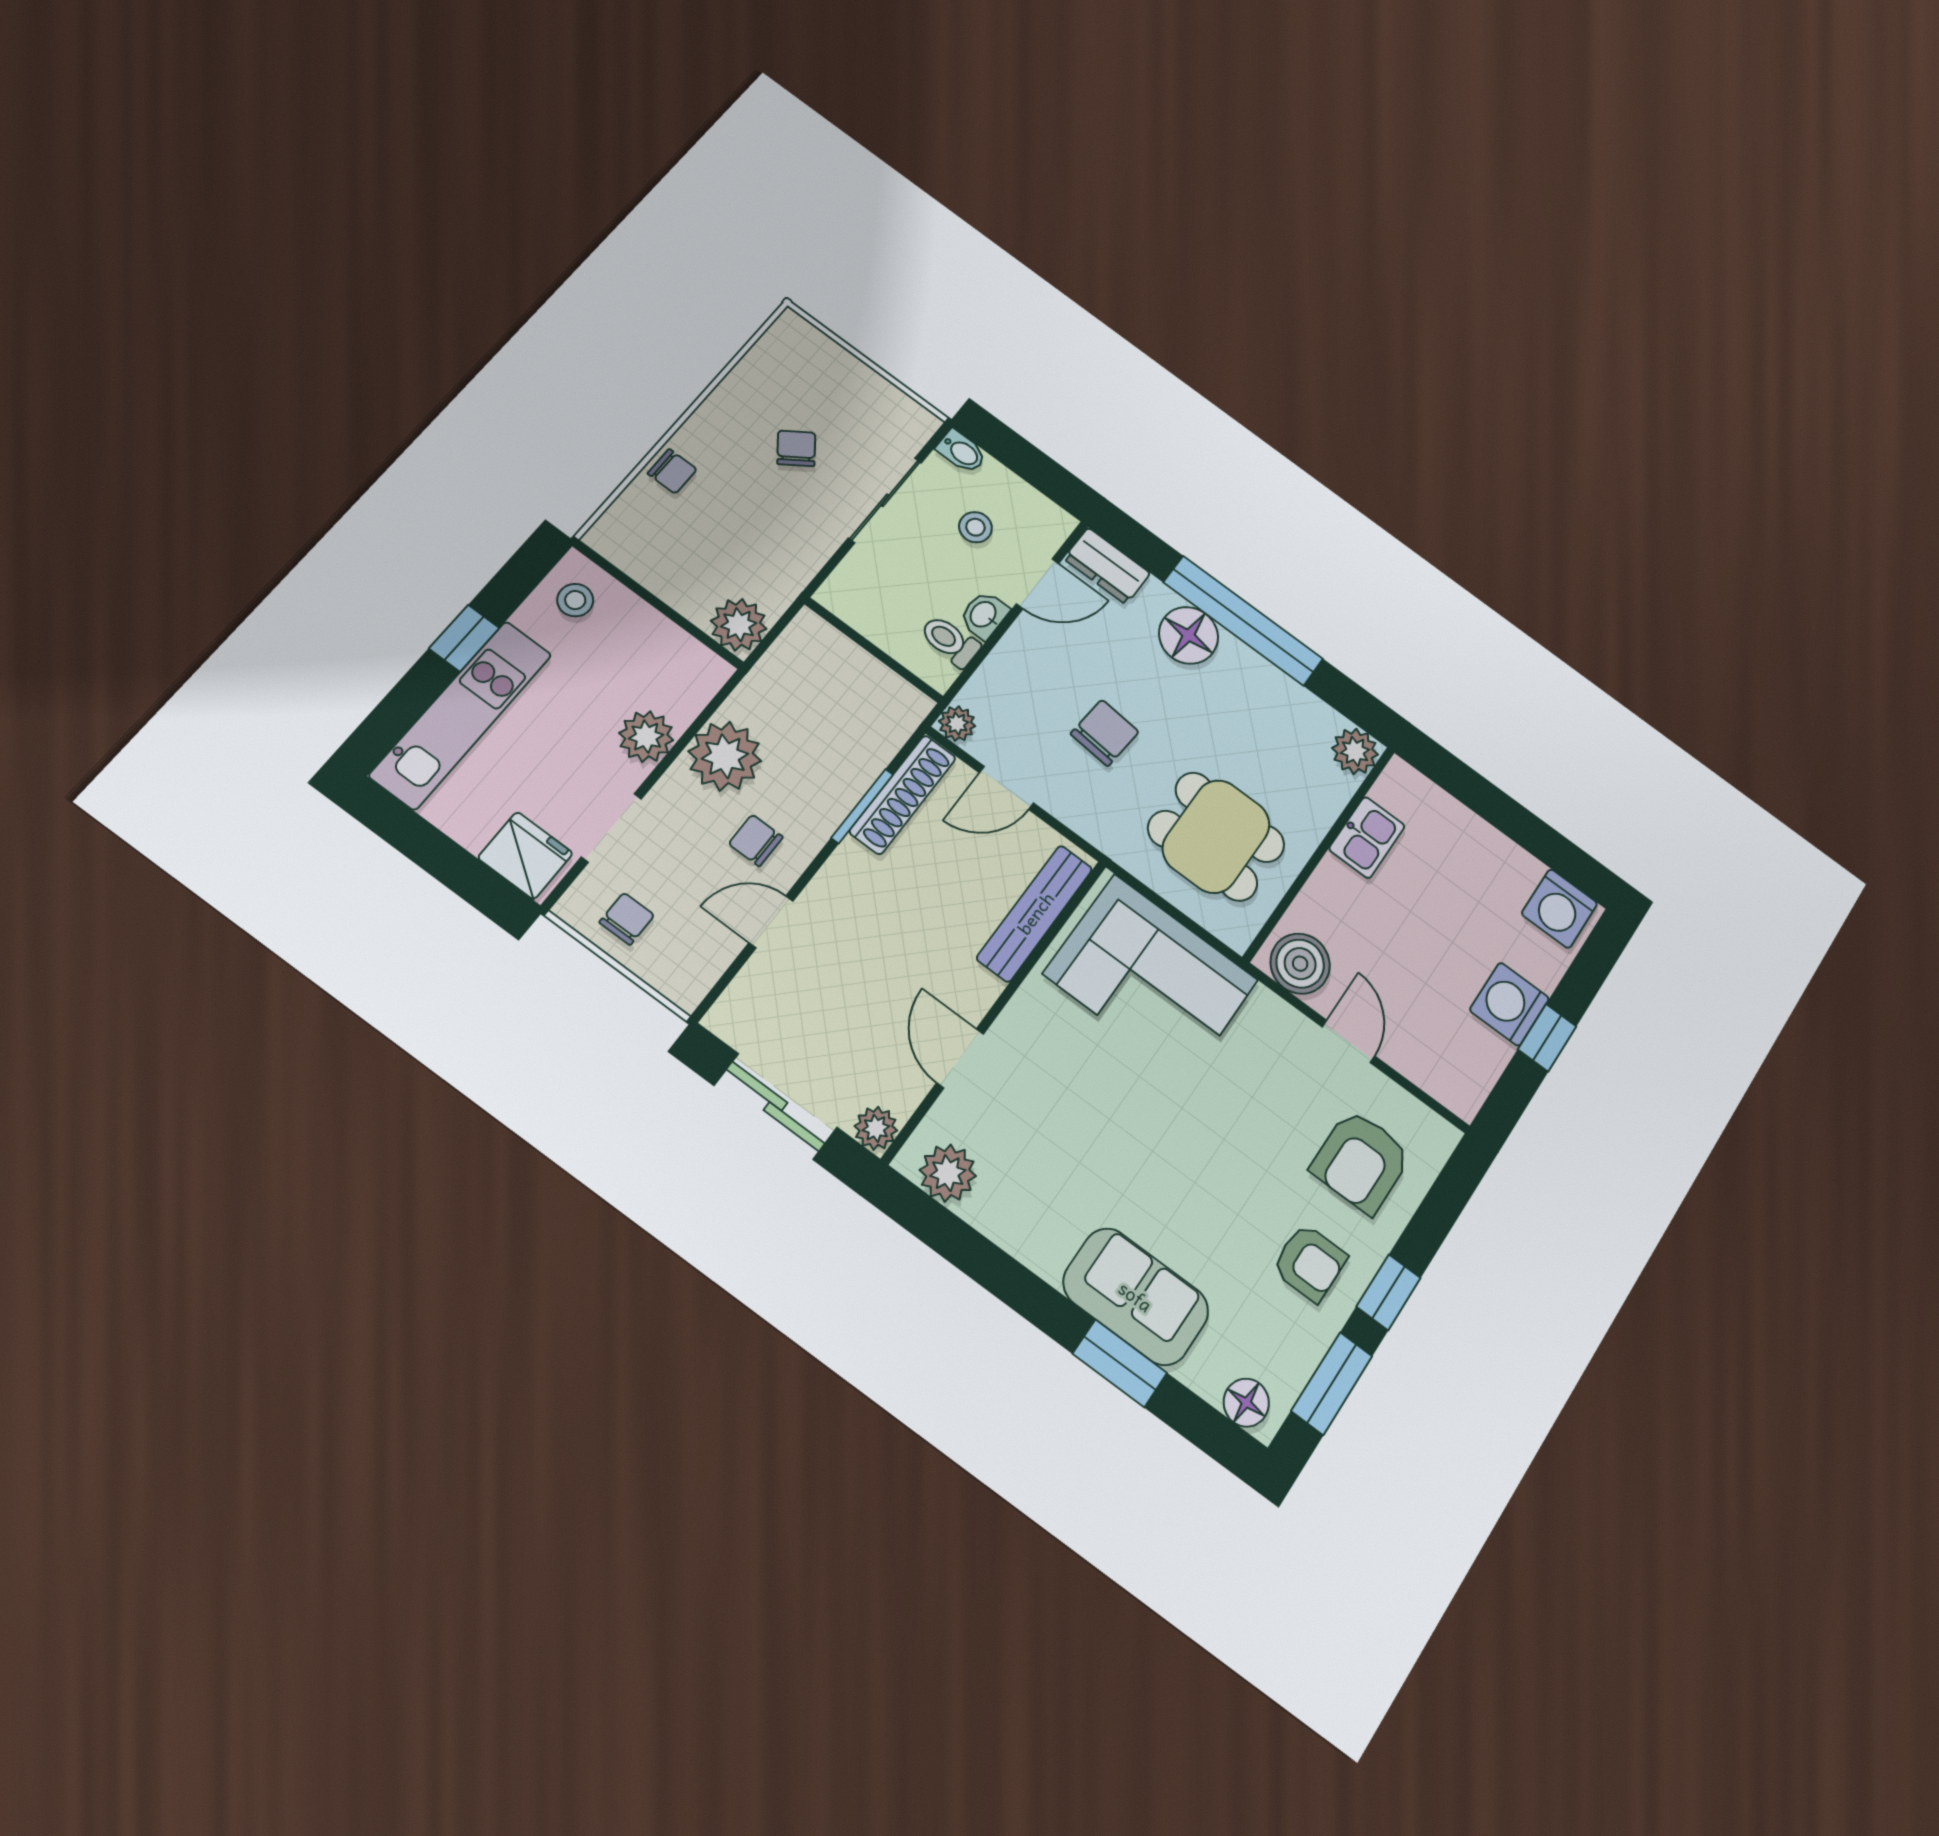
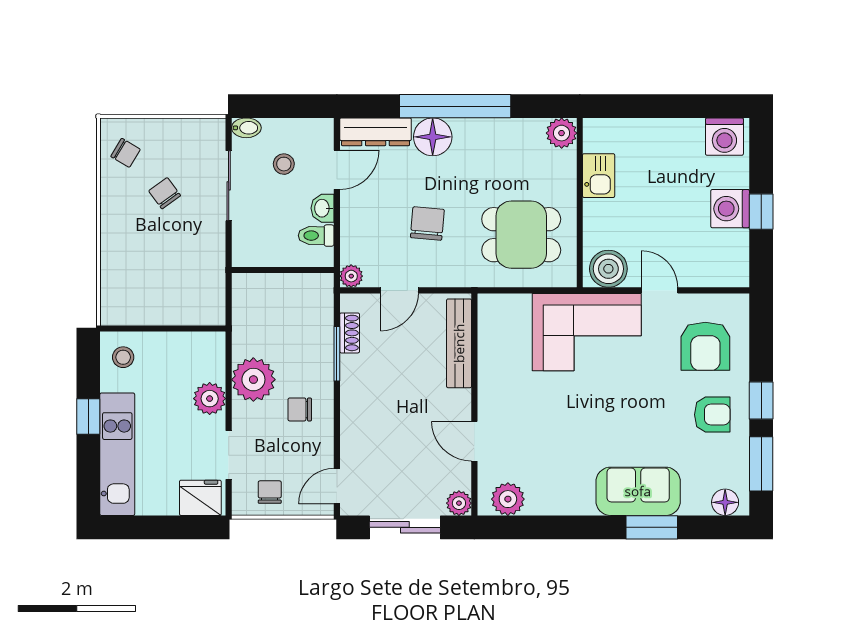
chair: (672, 471) -> (126, 153), moved, turned 31
dresser: (1107, 566) -> (376, 132), width x1.44
plant: (739, 625) -> (209, 308), removed
shoe rack: (903, 795) -> (350, 333), width x0.51, depth x0.81
door: (771, 922) -> (337, 486), moved
corner sofa: (1151, 977) -> (587, 332), moved

